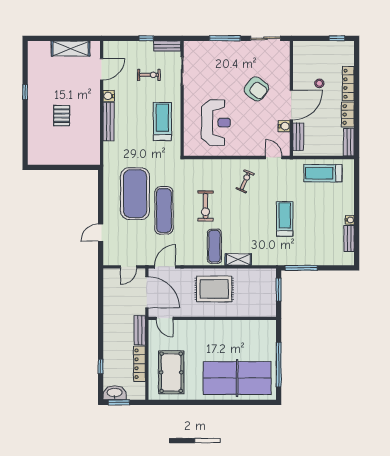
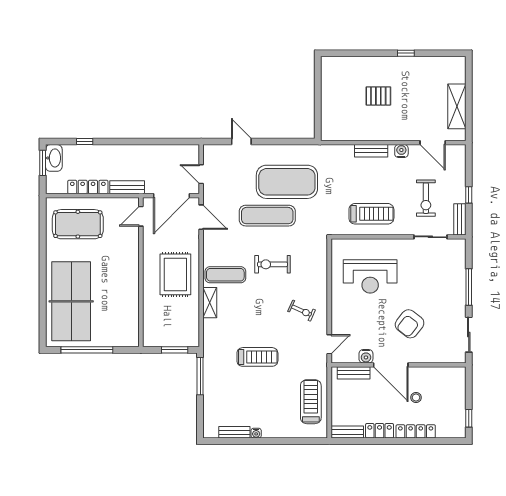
exercise bike: (149, 75) -> (426, 198), width x1.38, depth x1.39
bench: (108, 122) -> (371, 151), width x0.73

